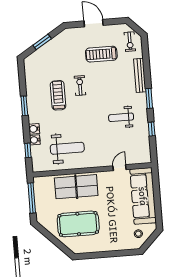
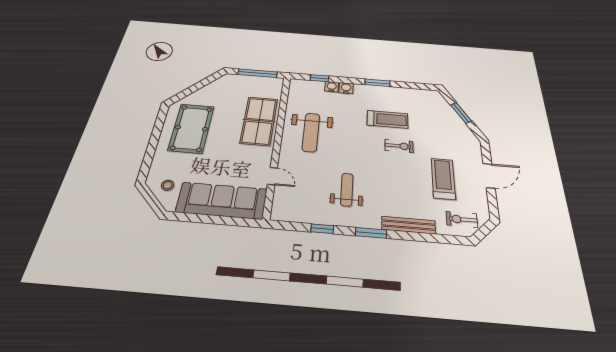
weight bench: (67, 148) -> (311, 132), moved
pool table: (78, 224) -> (191, 128), moved

